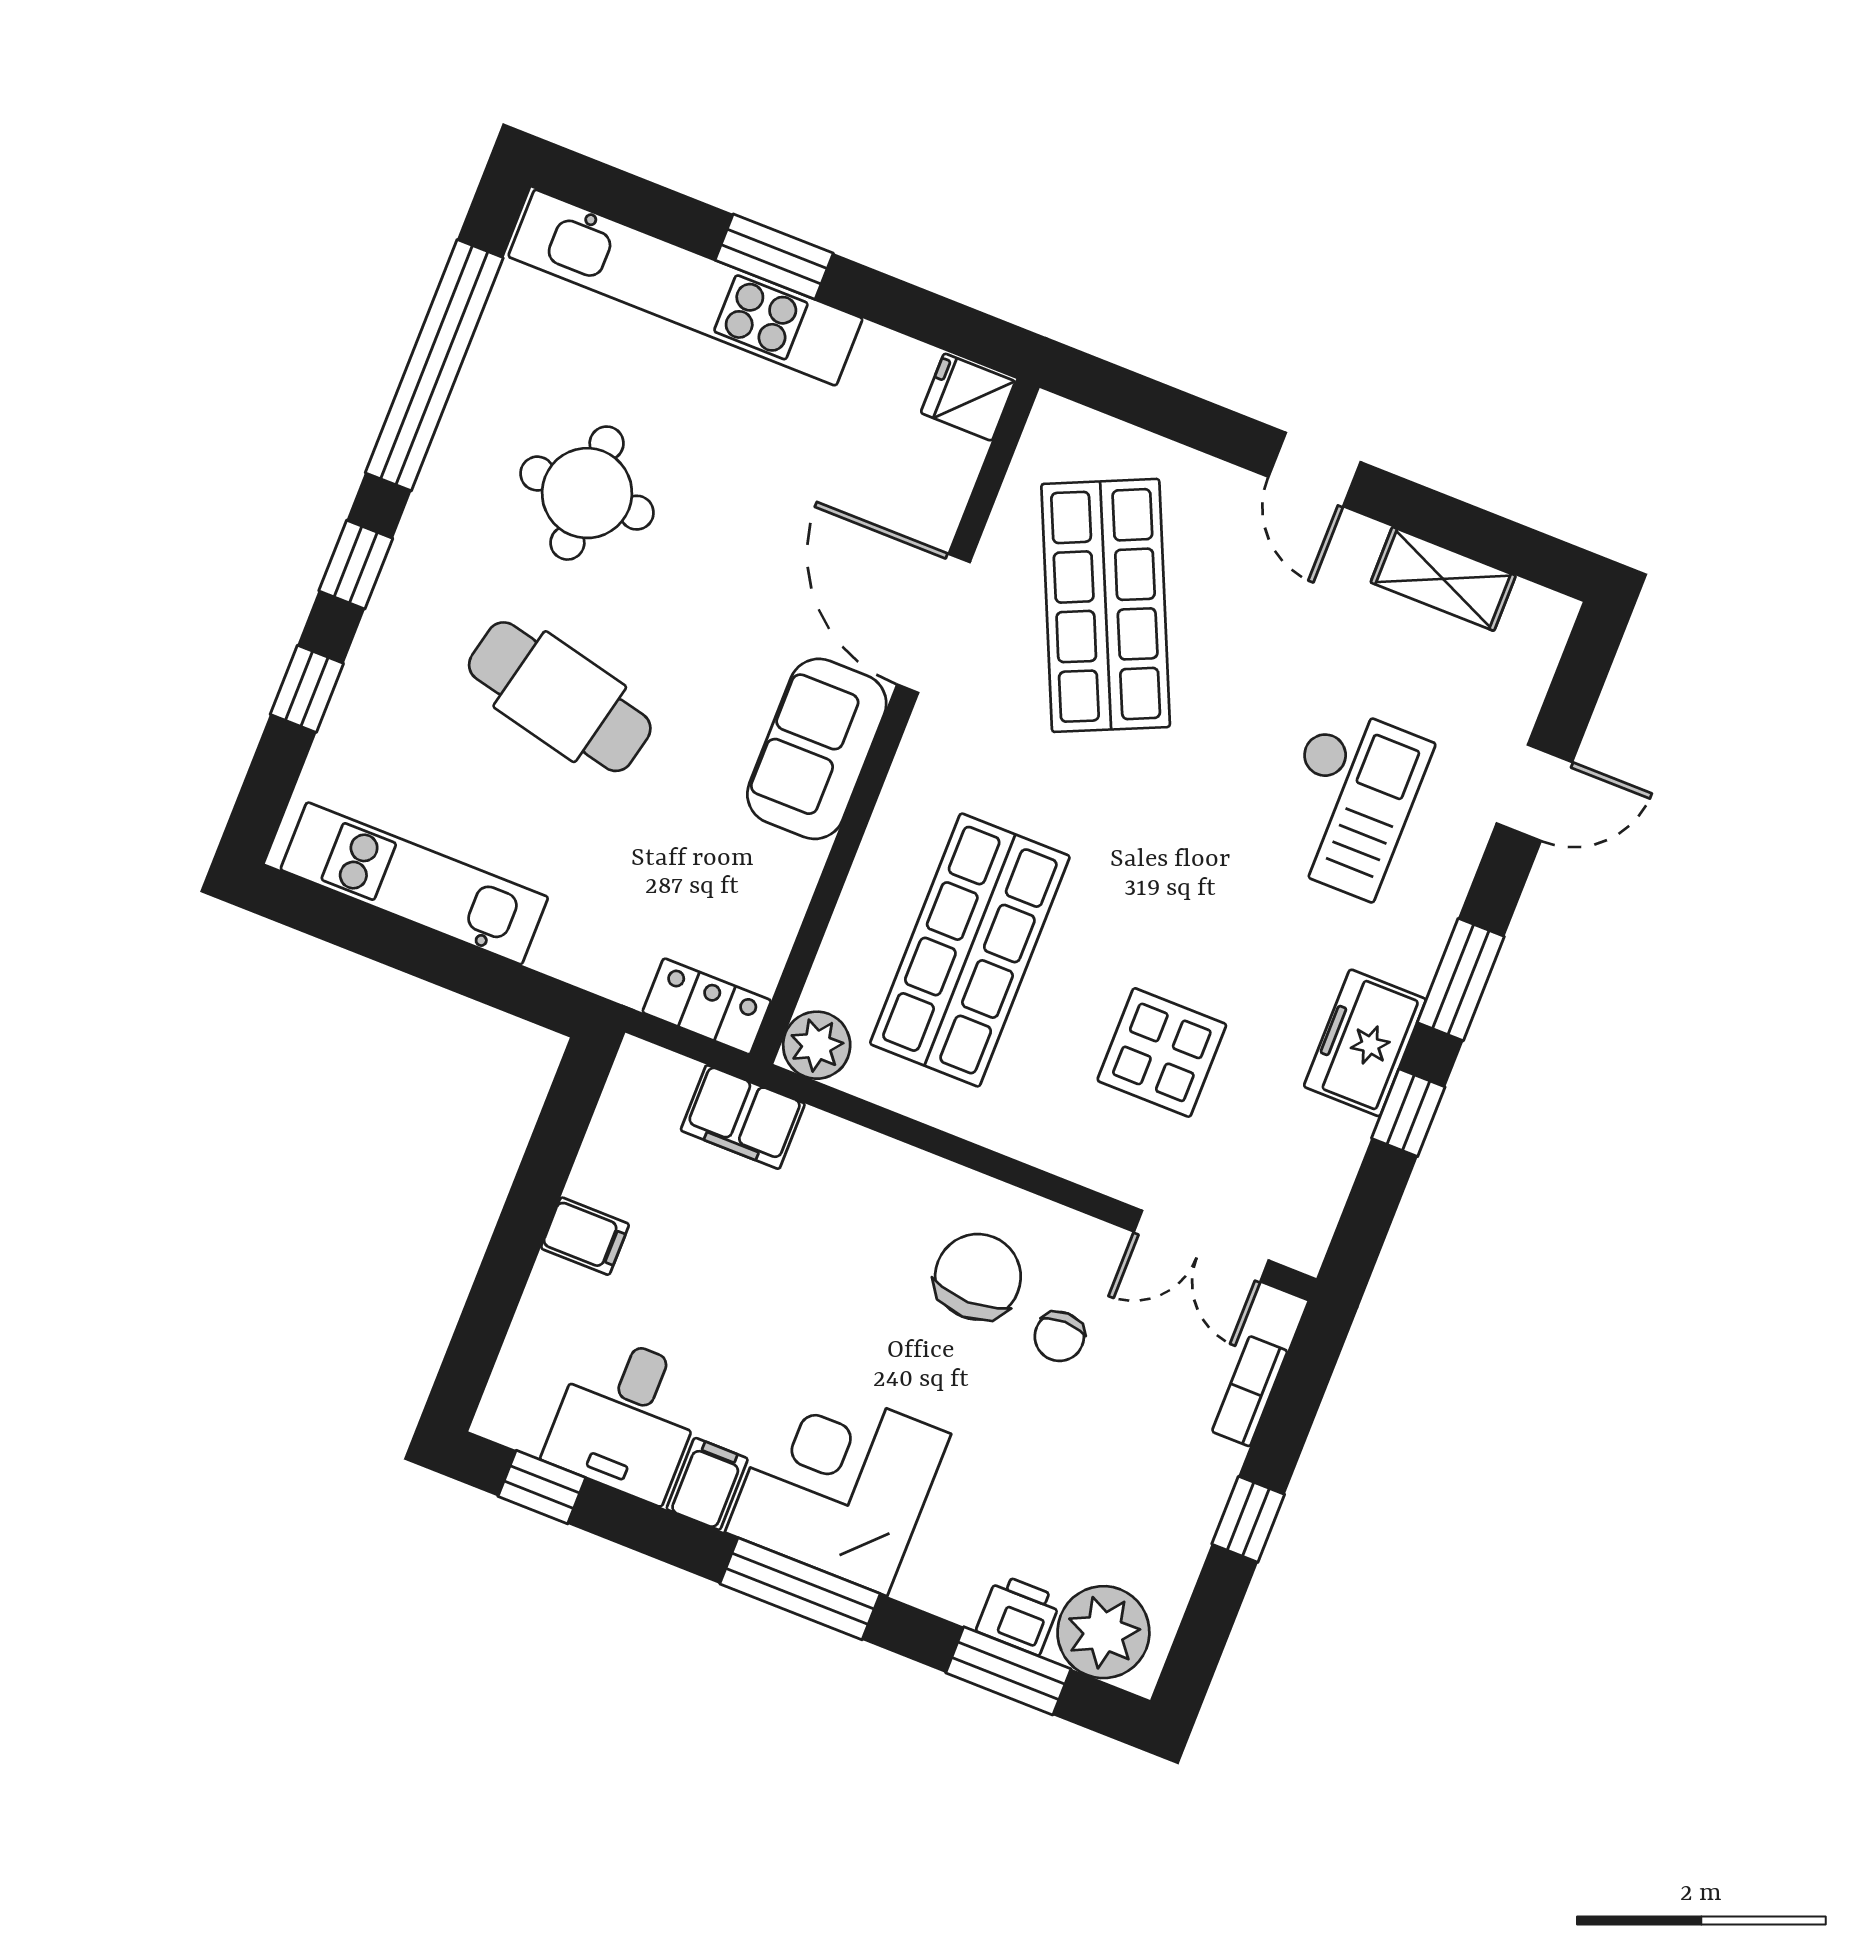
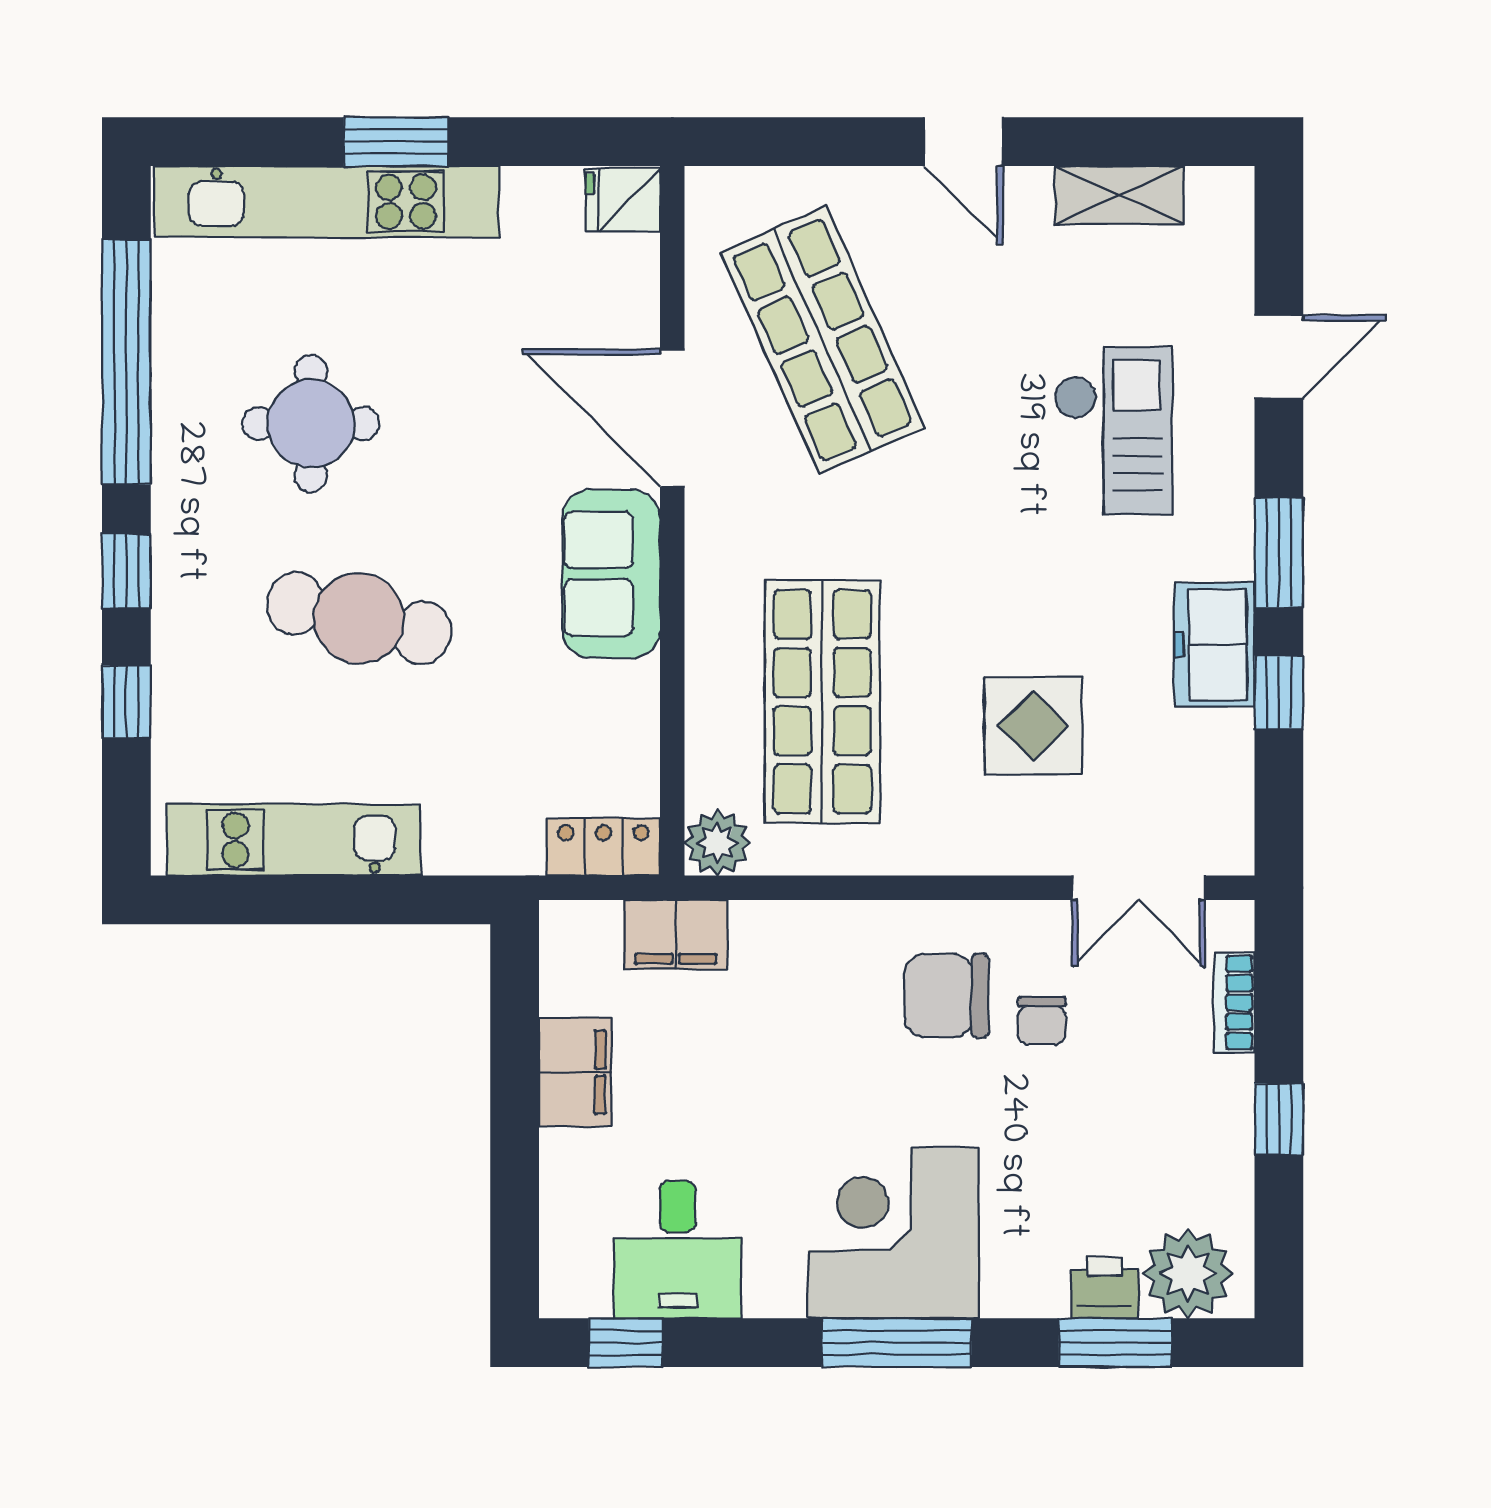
filing cabinet: (585, 1236) -> (575, 1072), width x2.00
chair: (978, 1277) -> (947, 996), turned -90
filing cabinet: (707, 1484) -> (775, 1281), removed

